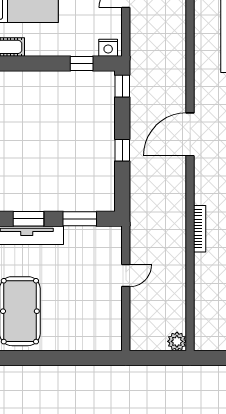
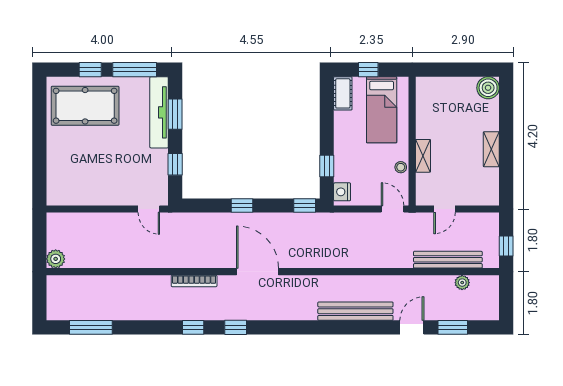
window: (80, 219) -> (175, 164), width x0.67
bookcase: (200, 229) -> (194, 281), moved
door: (126, 276) -> (149, 209), moved

